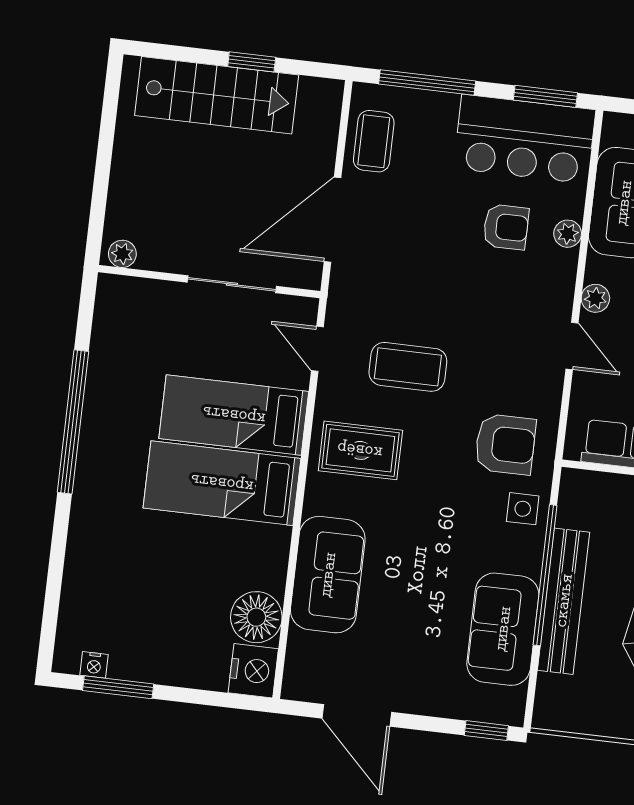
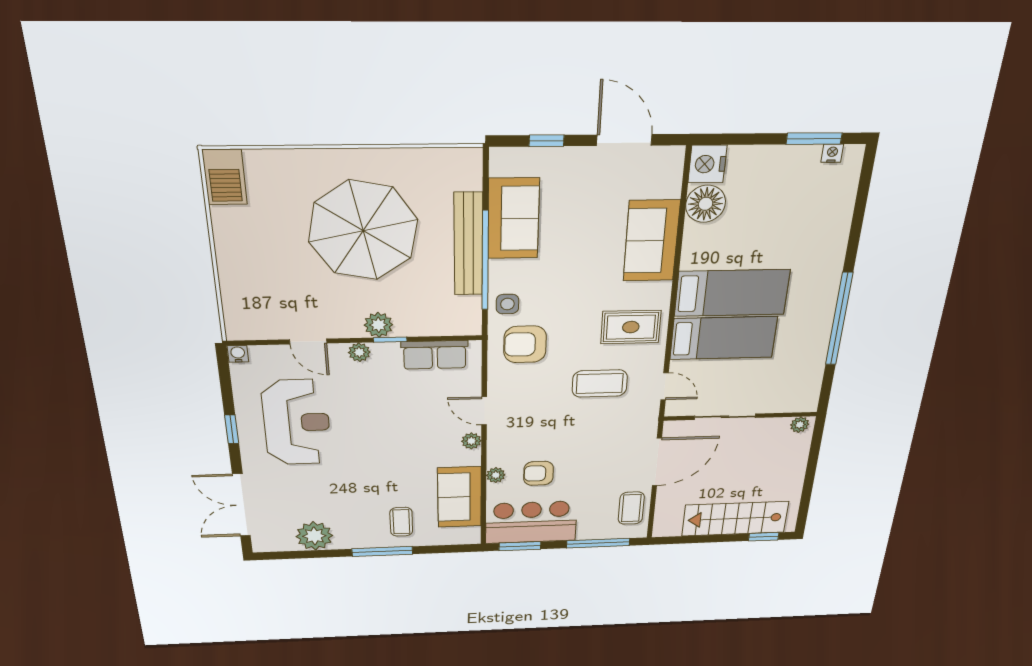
window: (252, 62) -> (764, 537), moved
window: (486, 731) -> (547, 141), moved

